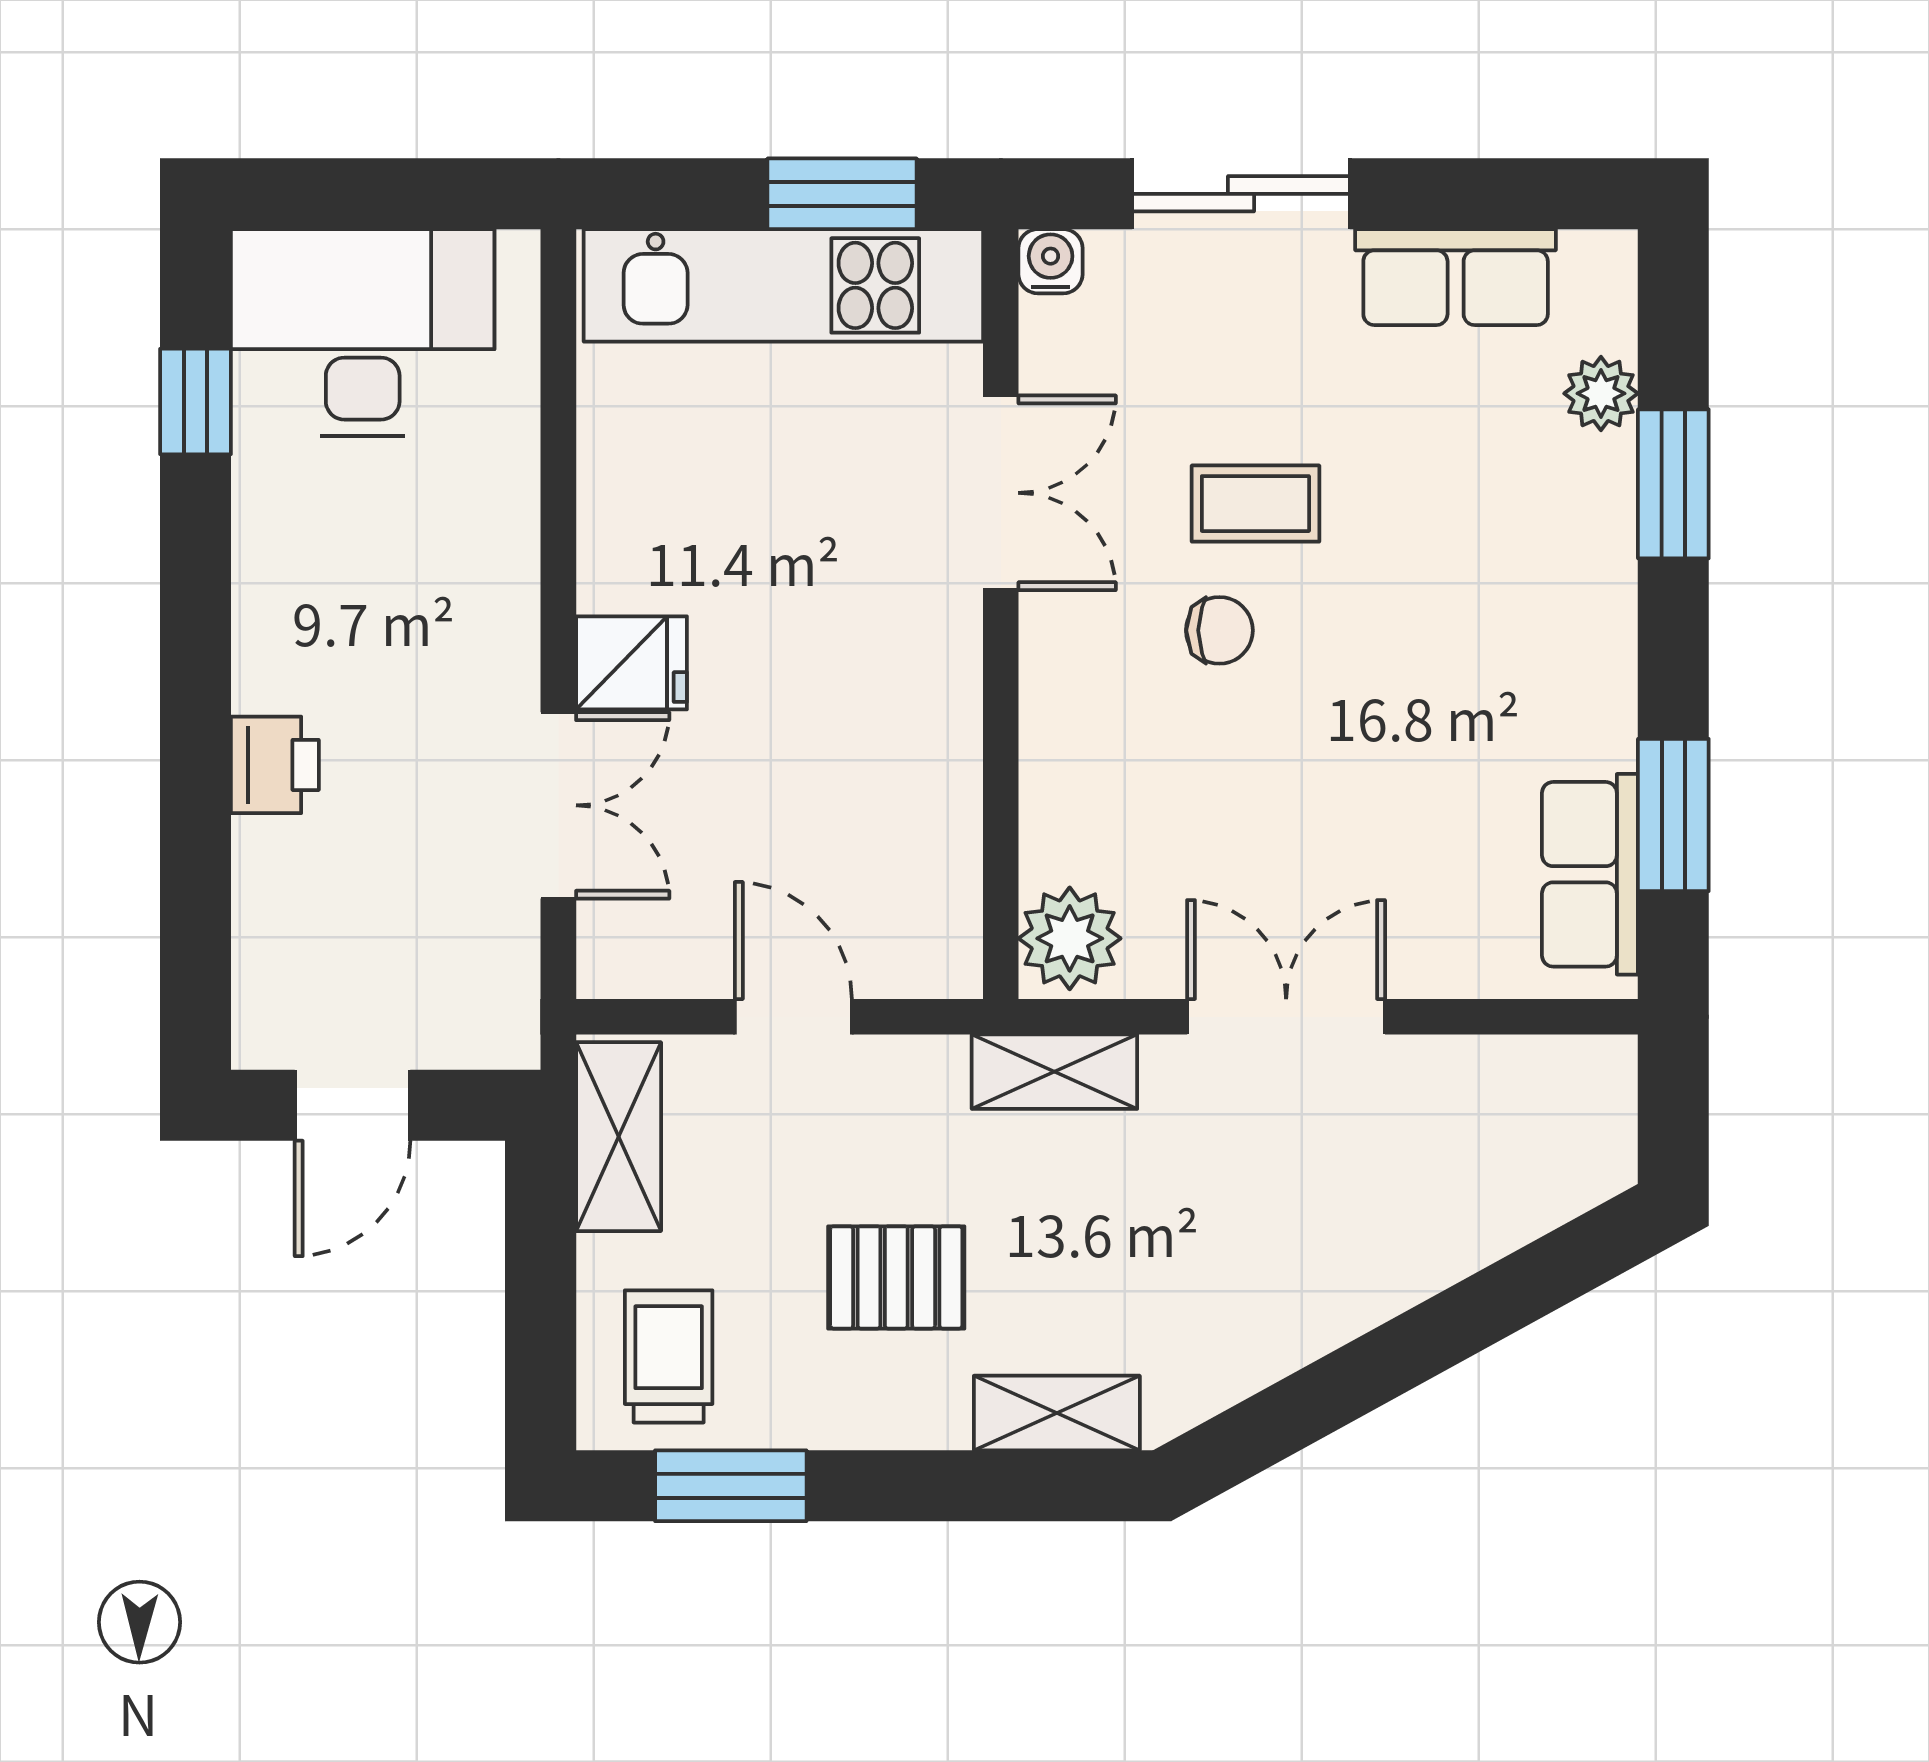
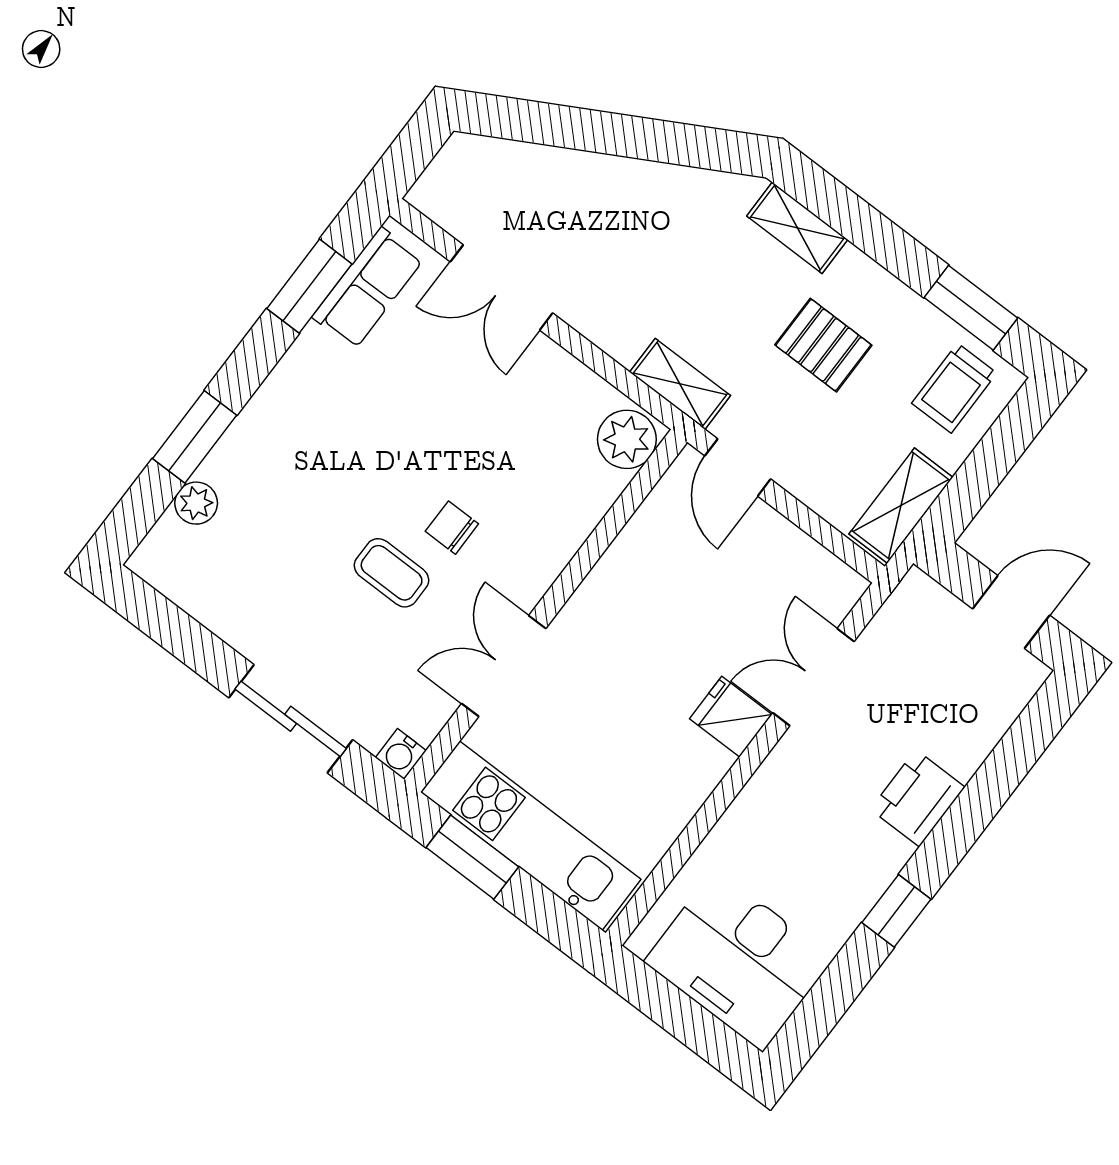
row of seats: (1456, 277) -> (222, 606), removed
window: (196, 401) -> (896, 911), moved
printer: (275, 765) -> (918, 798), width x1.36, depth x1.24
door: (793, 1017) -> (738, 467), moved
double door: (1286, 1017) -> (502, 287), moved

